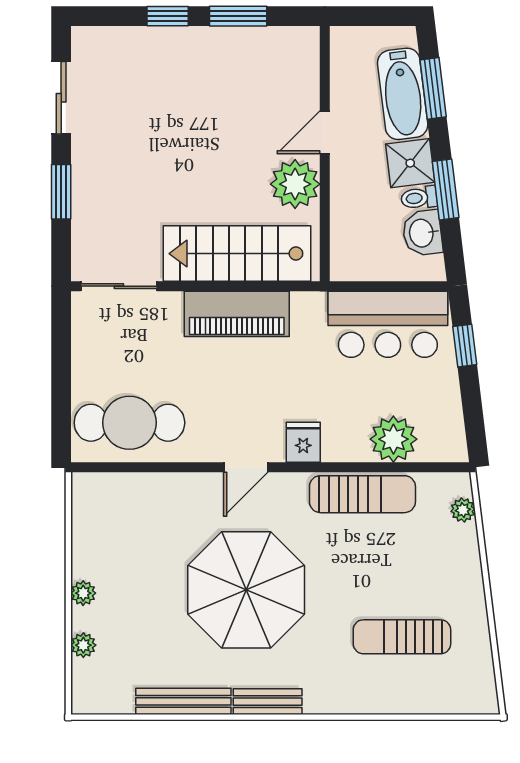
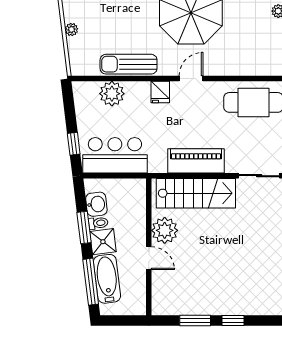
window: (433, 88) -> (91, 282), width x1.44
door: (325, 132) -> (149, 258), hinge flipped
plant: (463, 510) -> (71, 30), moved

